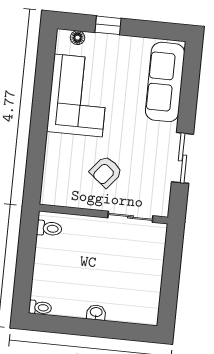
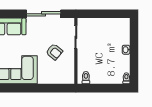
sliding door: (183, 158) -> (44, 14), width x1.37

